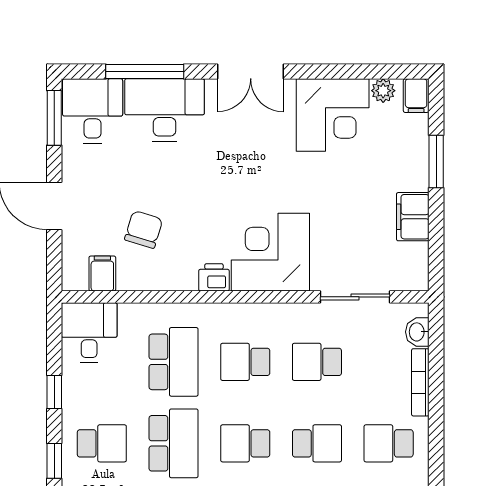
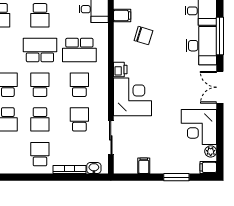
filing cabinet: (413, 217) -> (144, 166), width x0.50
school desk: (174, 443) -> (40, 50), turned 180

